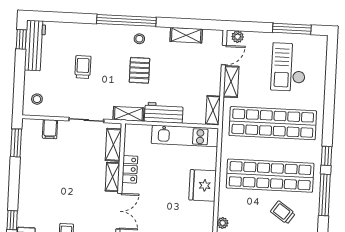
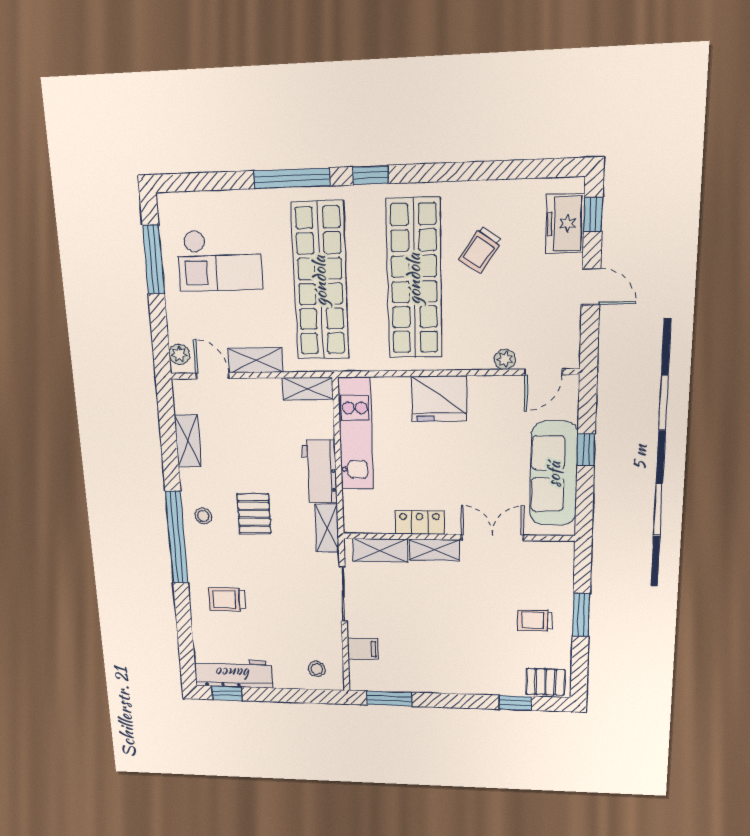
trolley: (83, 67) -> (227, 599), moved
pallet: (139, 70) -> (254, 514), turned 90
window: (325, 195) -> (292, 178), moved

